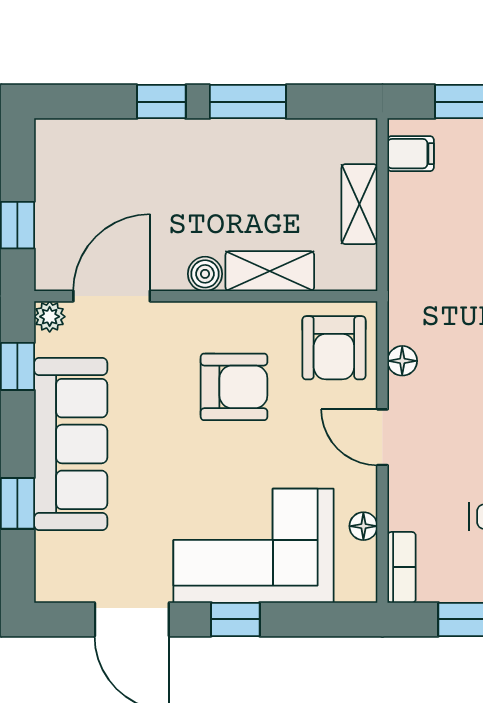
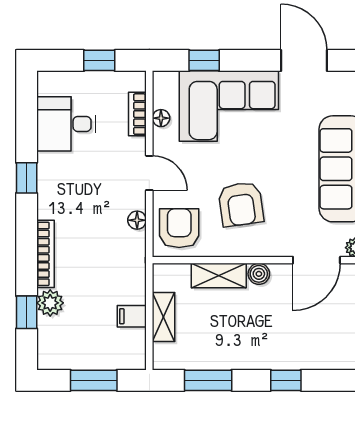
window: (248, 102) -> (208, 380), moved
filing cabinet: (411, 154) -> (132, 316), moved
armchair: (234, 387) -> (241, 204), turned -98
bookcase: (402, 567) -> (137, 114), moved
window: (235, 619) -> (204, 60), moved

